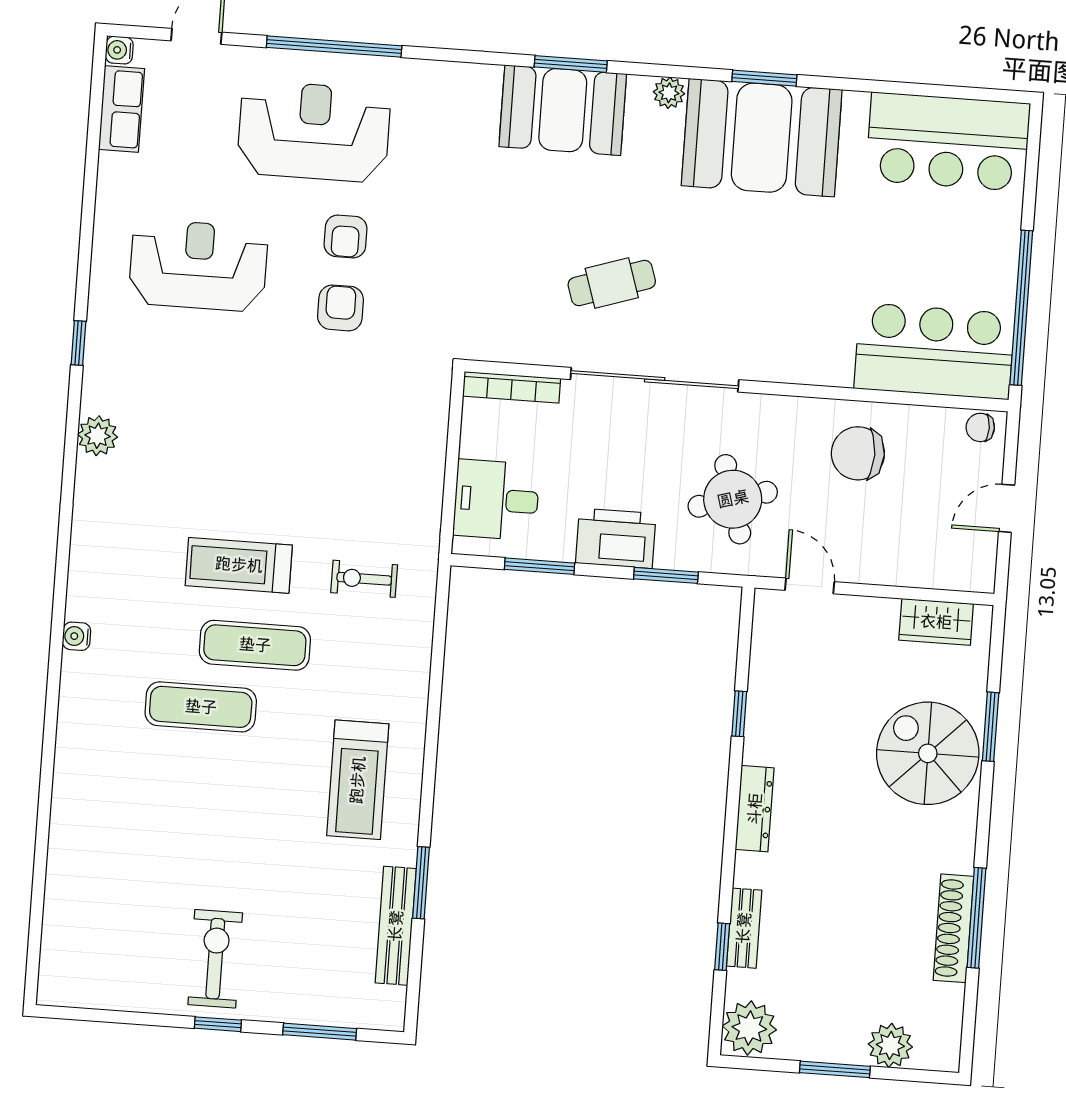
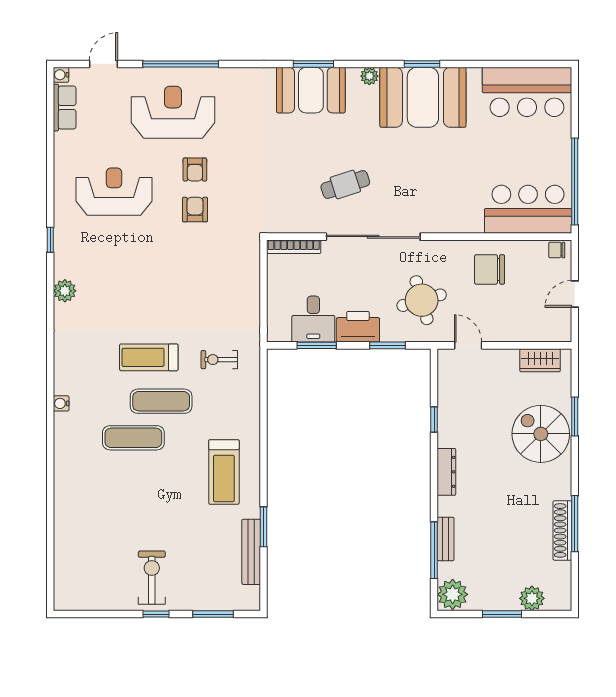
desk: (496, 500) -> (313, 319), moved, turned -90
window: (722, 947) -> (434, 550), width x2.17

